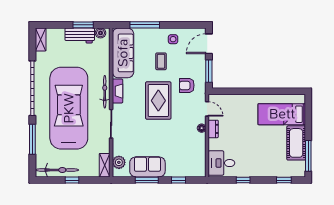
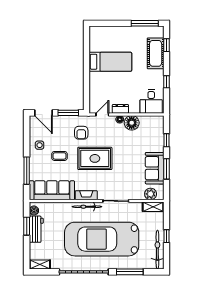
bed: (282, 114) -> (110, 62), moved, turned -90
floor lamp: (198, 141) -> (132, 123), added
cot: (296, 143) -> (156, 53), moved, turned 90

